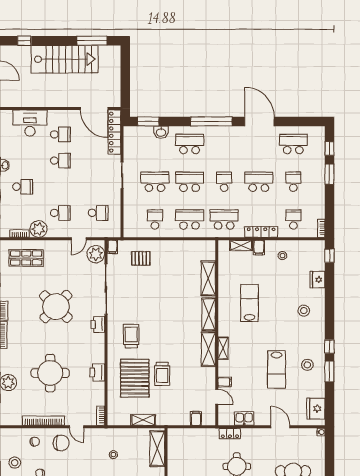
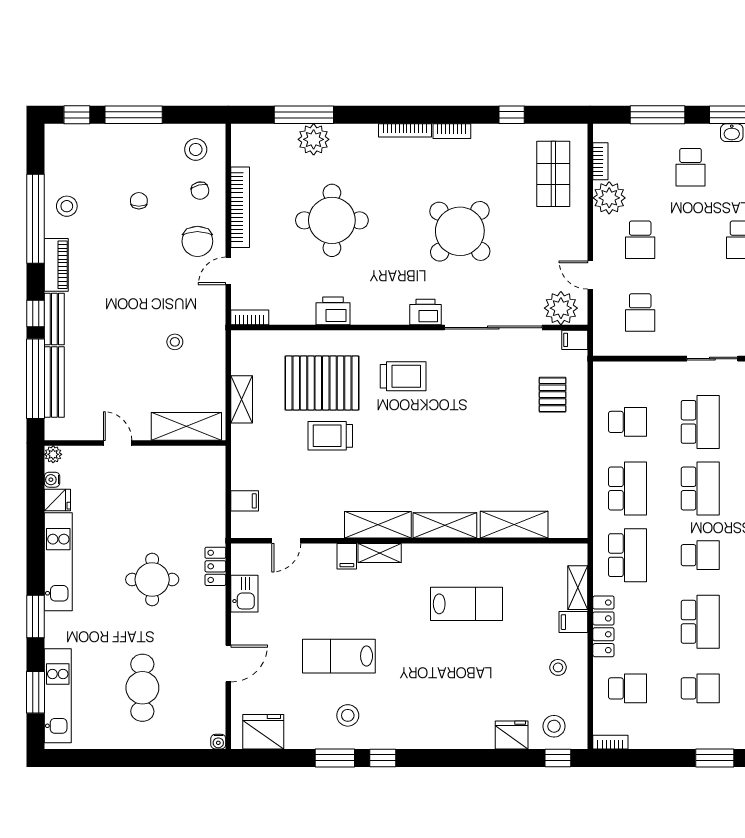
stool: (304, 311) -> (554, 726), moved
filing cabinet: (225, 382) -> (347, 556), moved
stool: (15, 463) -> (196, 149), moved

